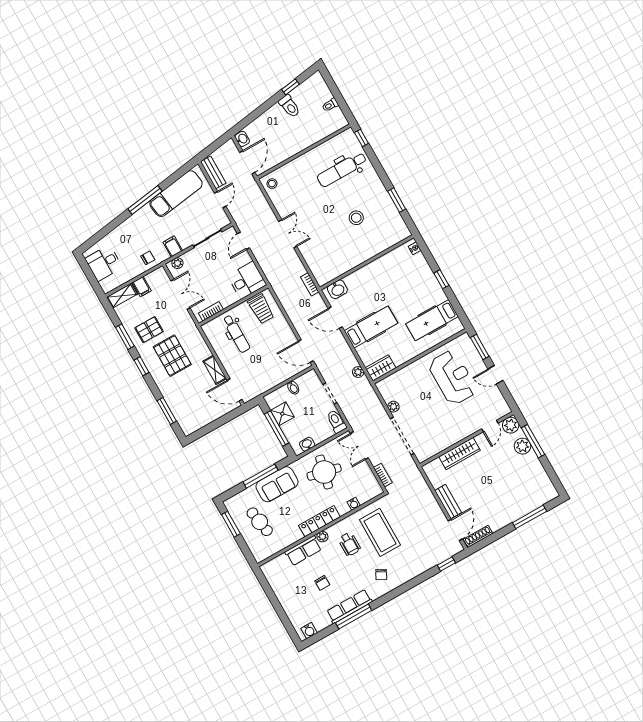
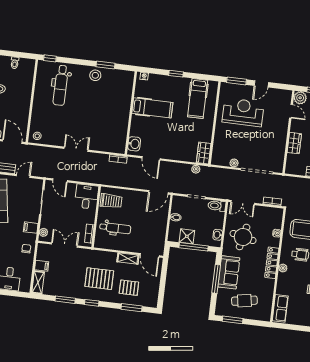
door: (220, 200) -> (23, 176), hinge flipped
stool: (356, 218) -> (95, 75), moved
door: (335, 318) -> (151, 158), hinge flipped
hospital bed: (371, 327) -> (152, 108), moved, turned 90
pallet: (149, 330) -> (129, 288), moved, turned 90
door: (235, 390) -> (150, 255), hinge flipped
wardrobe: (460, 453) -> (294, 143), width x0.67
row of seats: (303, 551) -> (280, 308), moved

